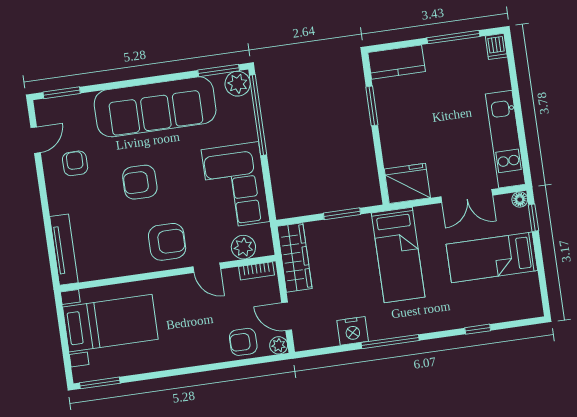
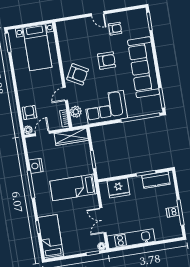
dishwasher: (496, 46) -> (173, 212), moved
kitchen counter: (397, 62) -> (156, 180), moved, turned -90
plant: (238, 84) -> (156, 107), removed
door: (36, 140) -> (98, 14), moved
armchair: (140, 182) -> (107, 60), turned 90
fridge: (407, 183) -> (118, 188), moved, turned 90
armchair: (167, 242) -> (78, 74), turned -61
tv unit: (64, 250) -> (73, 24), removed
bed: (492, 257) -> (51, 237), moved

